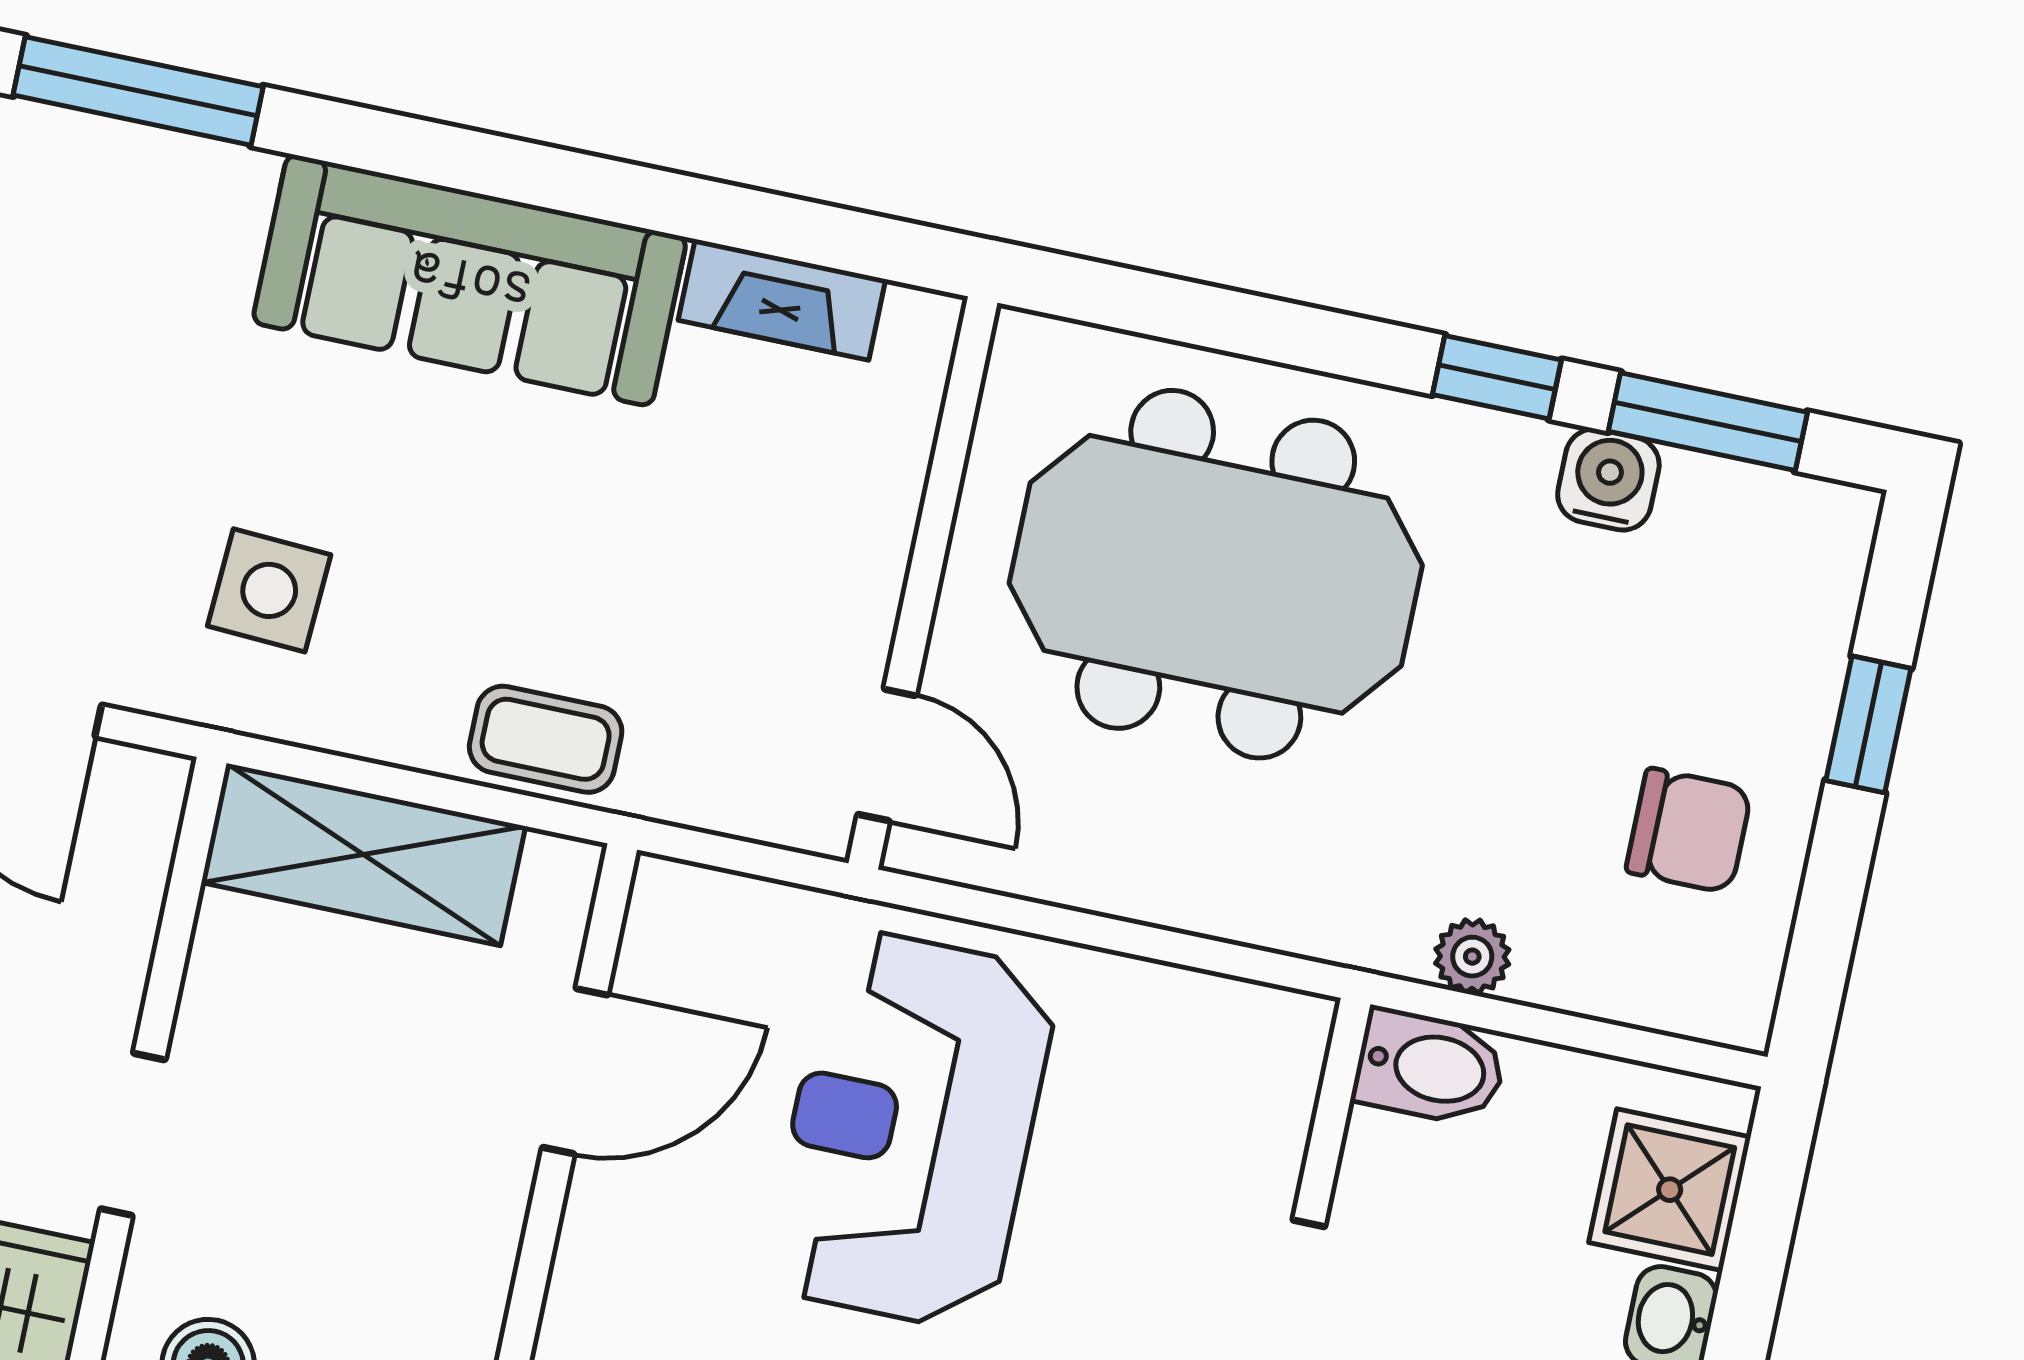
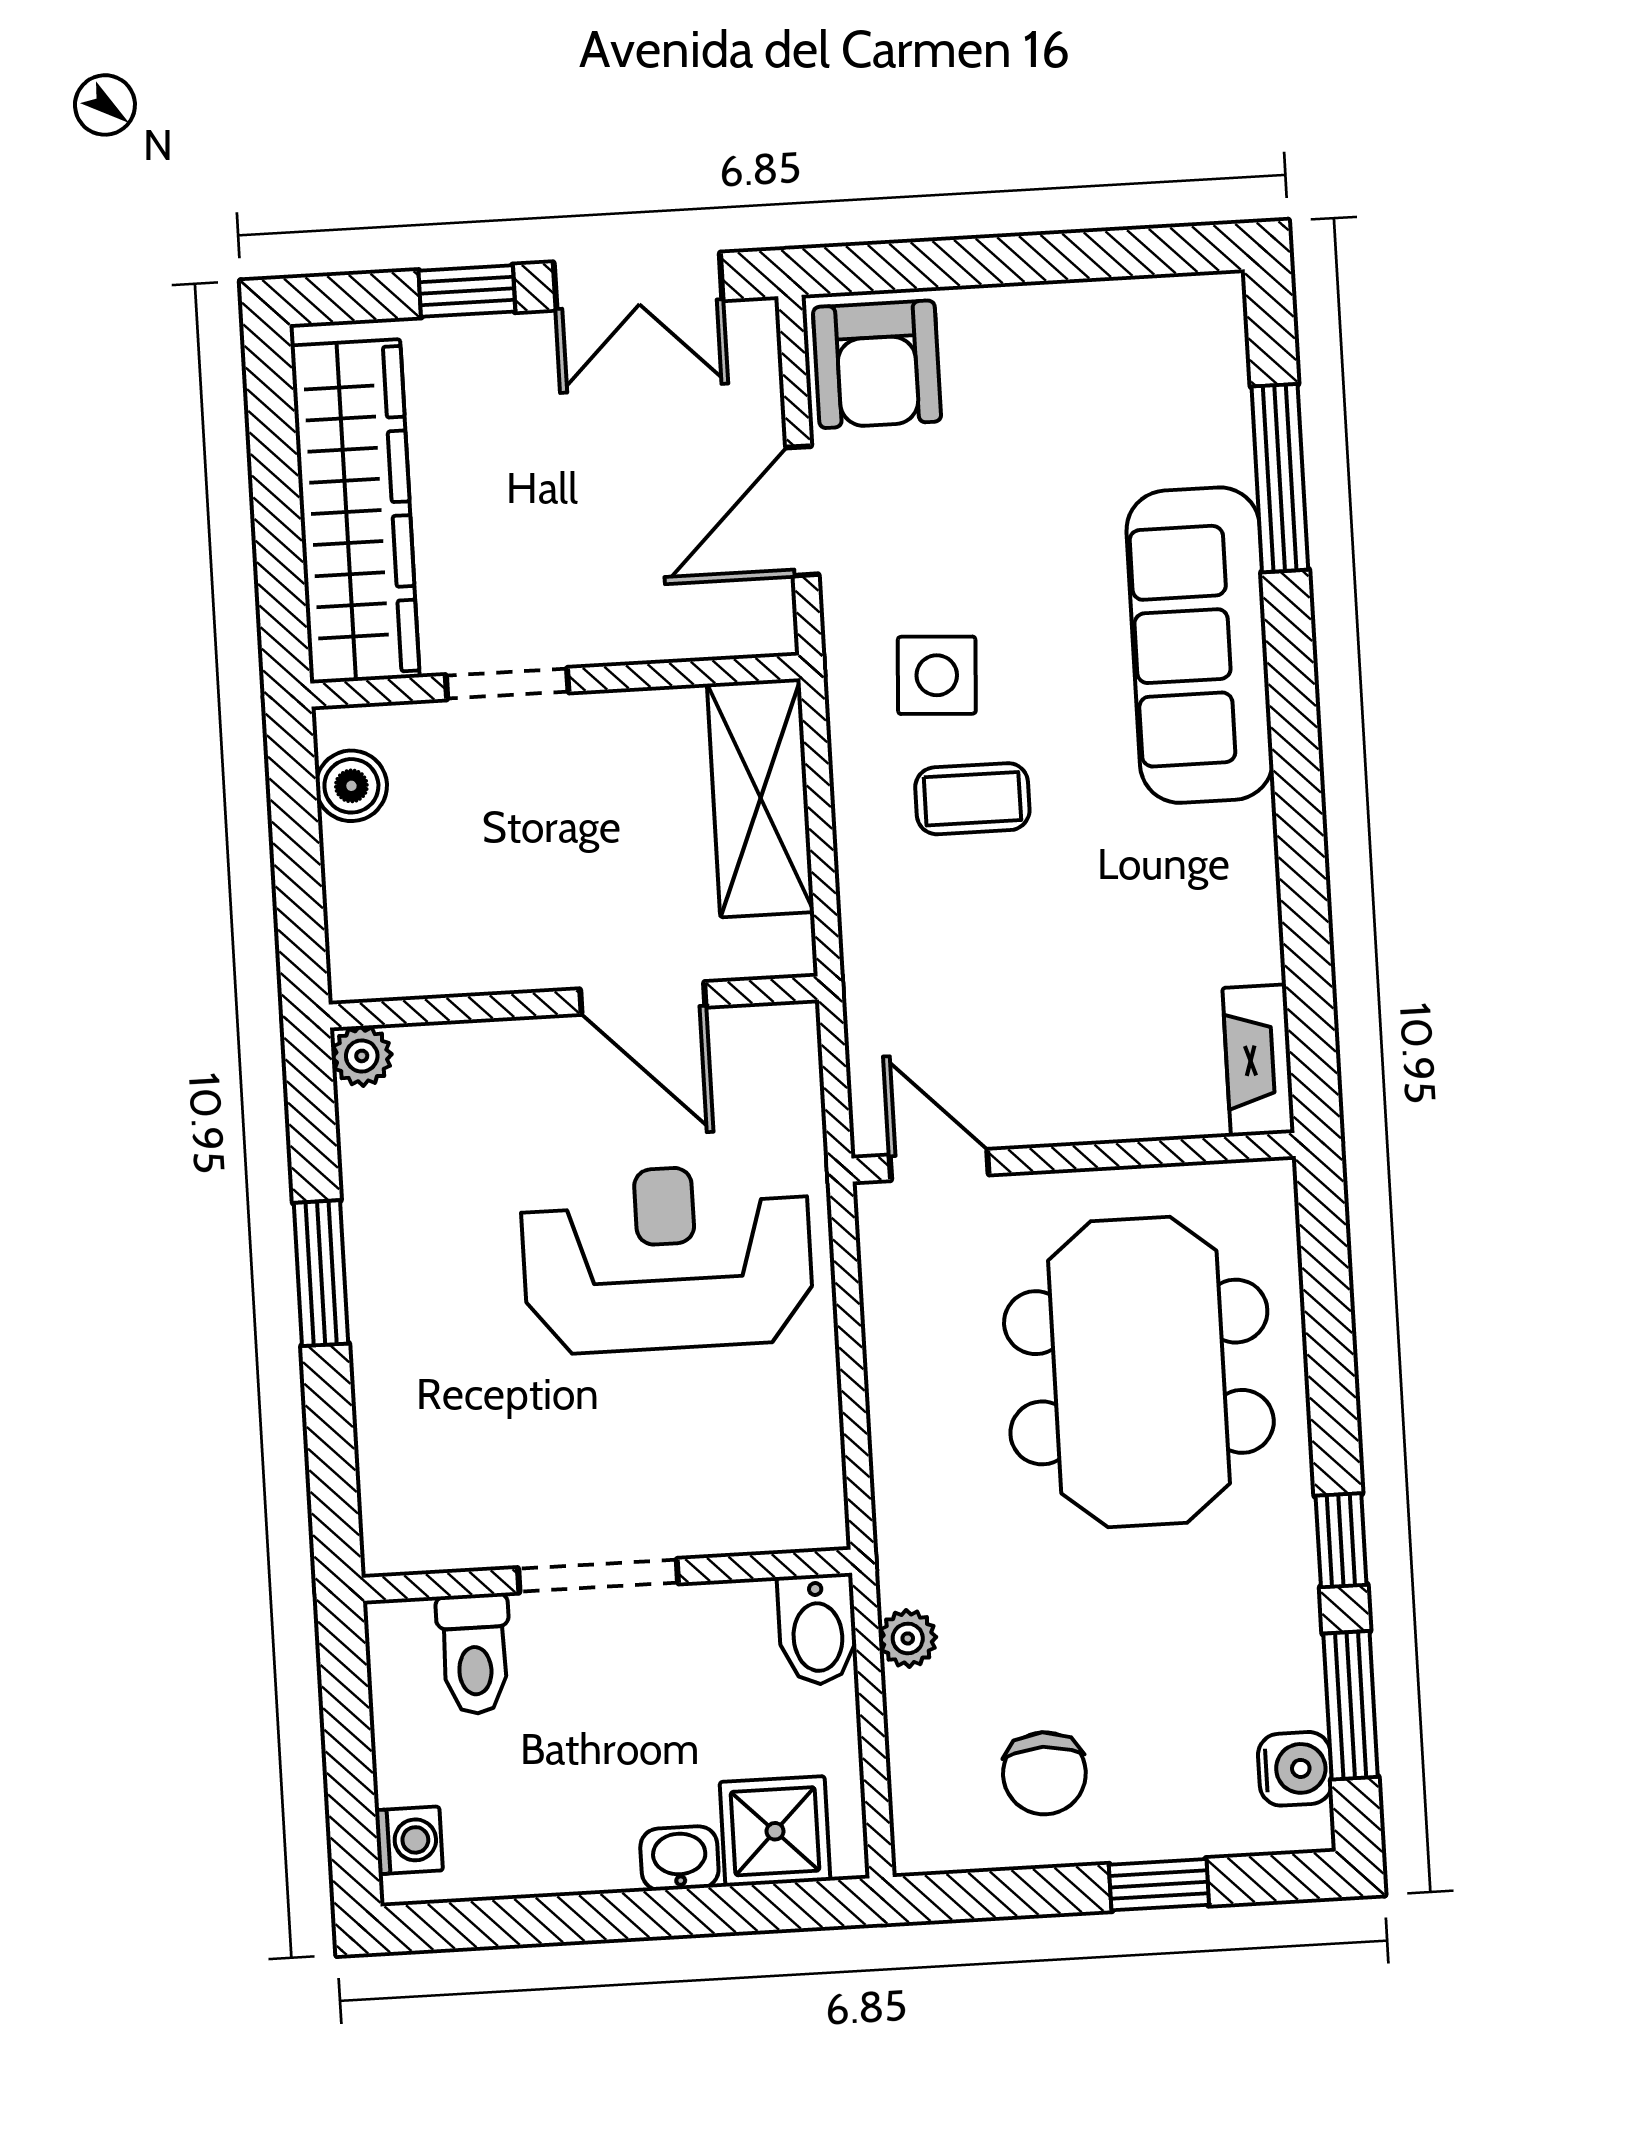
sofa: (470, 280) -> (1200, 645), moved
fireplace: (782, 300) -> (1258, 1060), moved
water cooler: (1608, 480) -> (1295, 1769), moved
coffee table: (546, 739) -> (972, 799), moved, turned 90
door: (887, 755) -> (939, 1165), swing flipped

